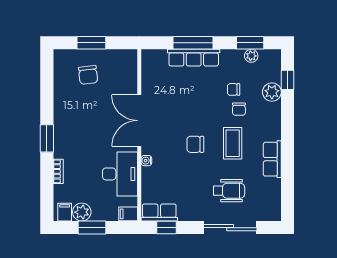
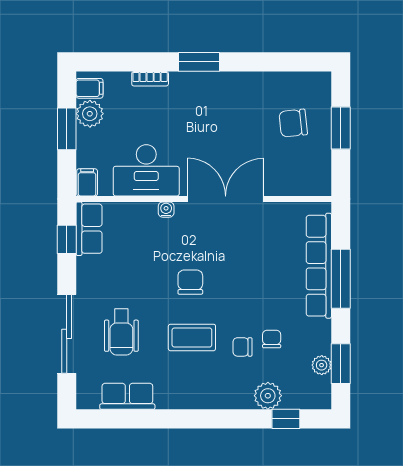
row of seats: (194, 58) -> (319, 266), width x1.36
row of seats: (272, 159) -> (127, 396), moved

